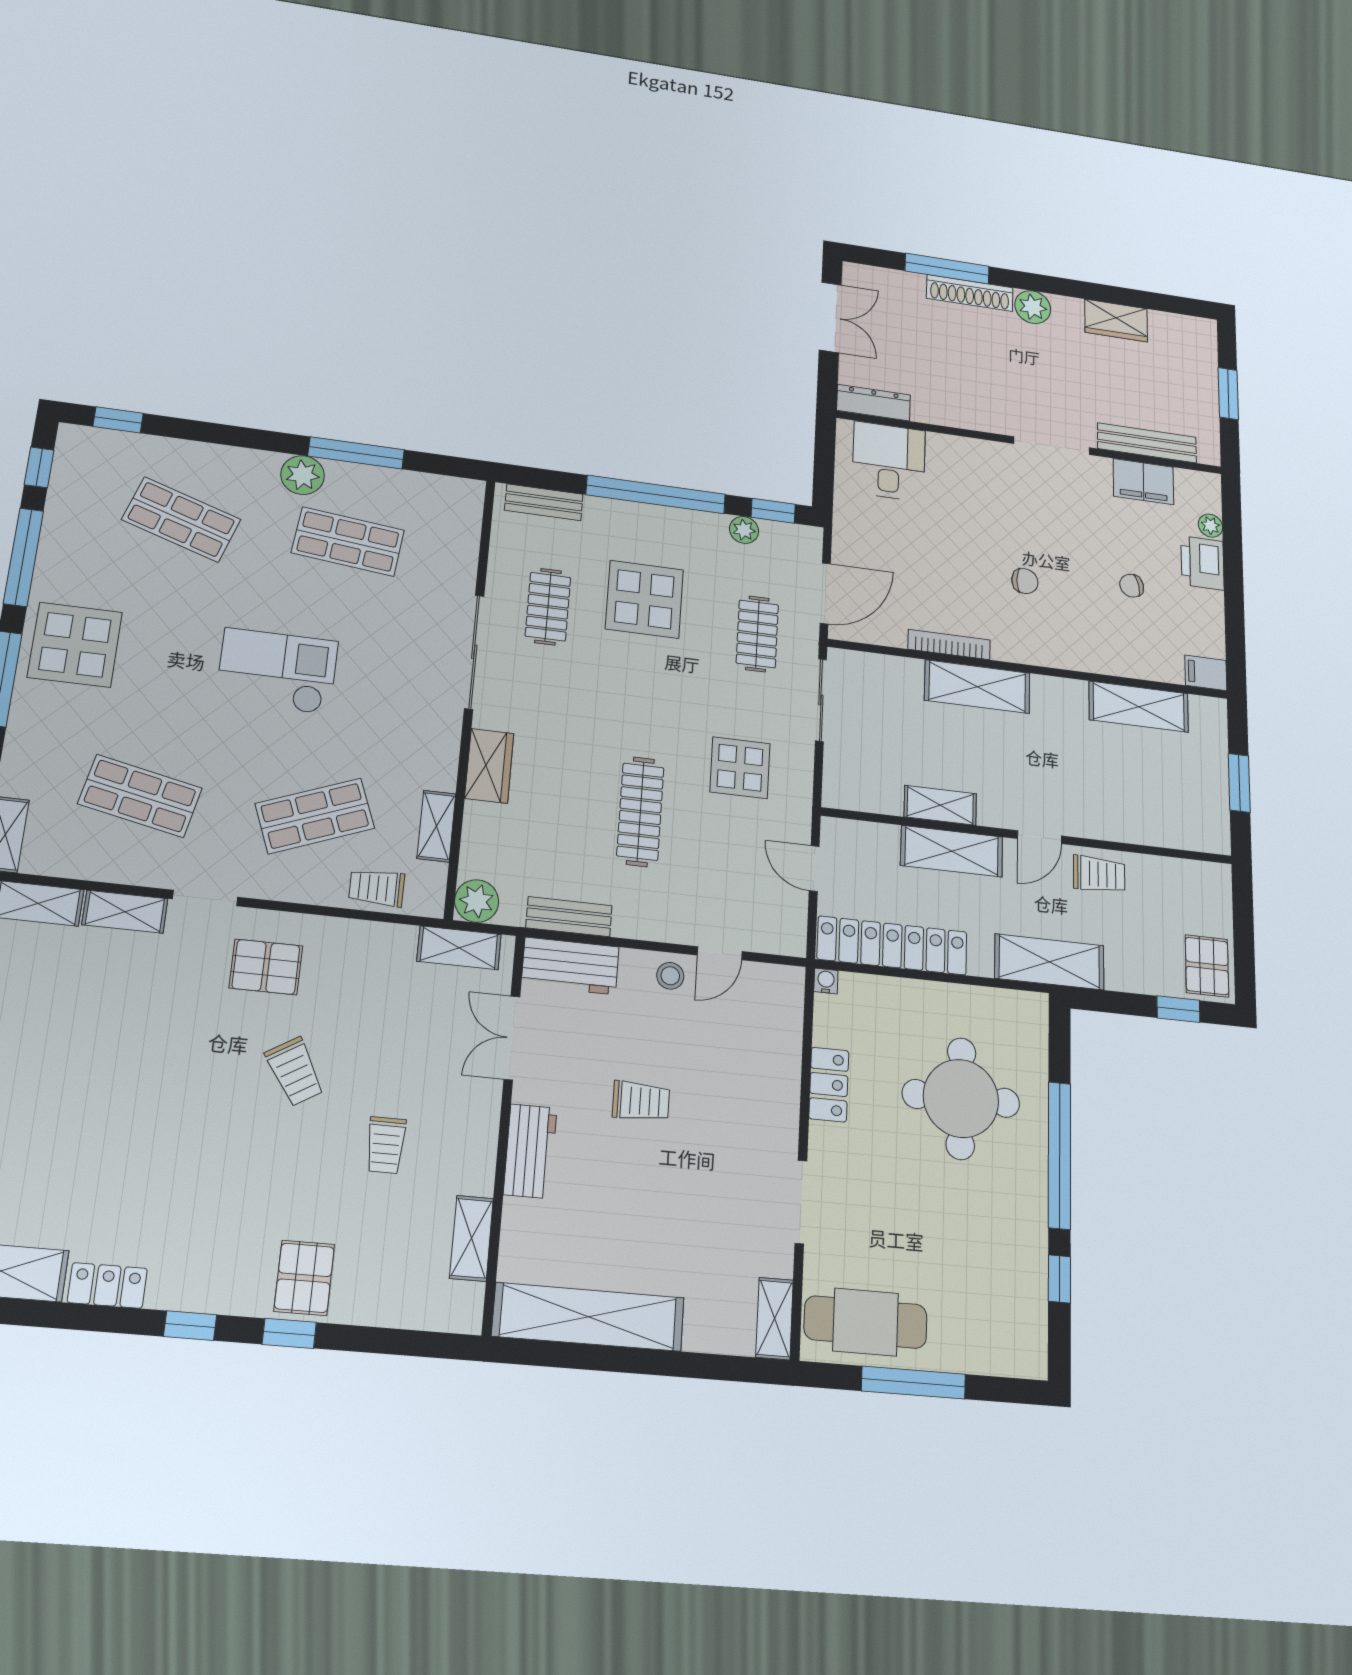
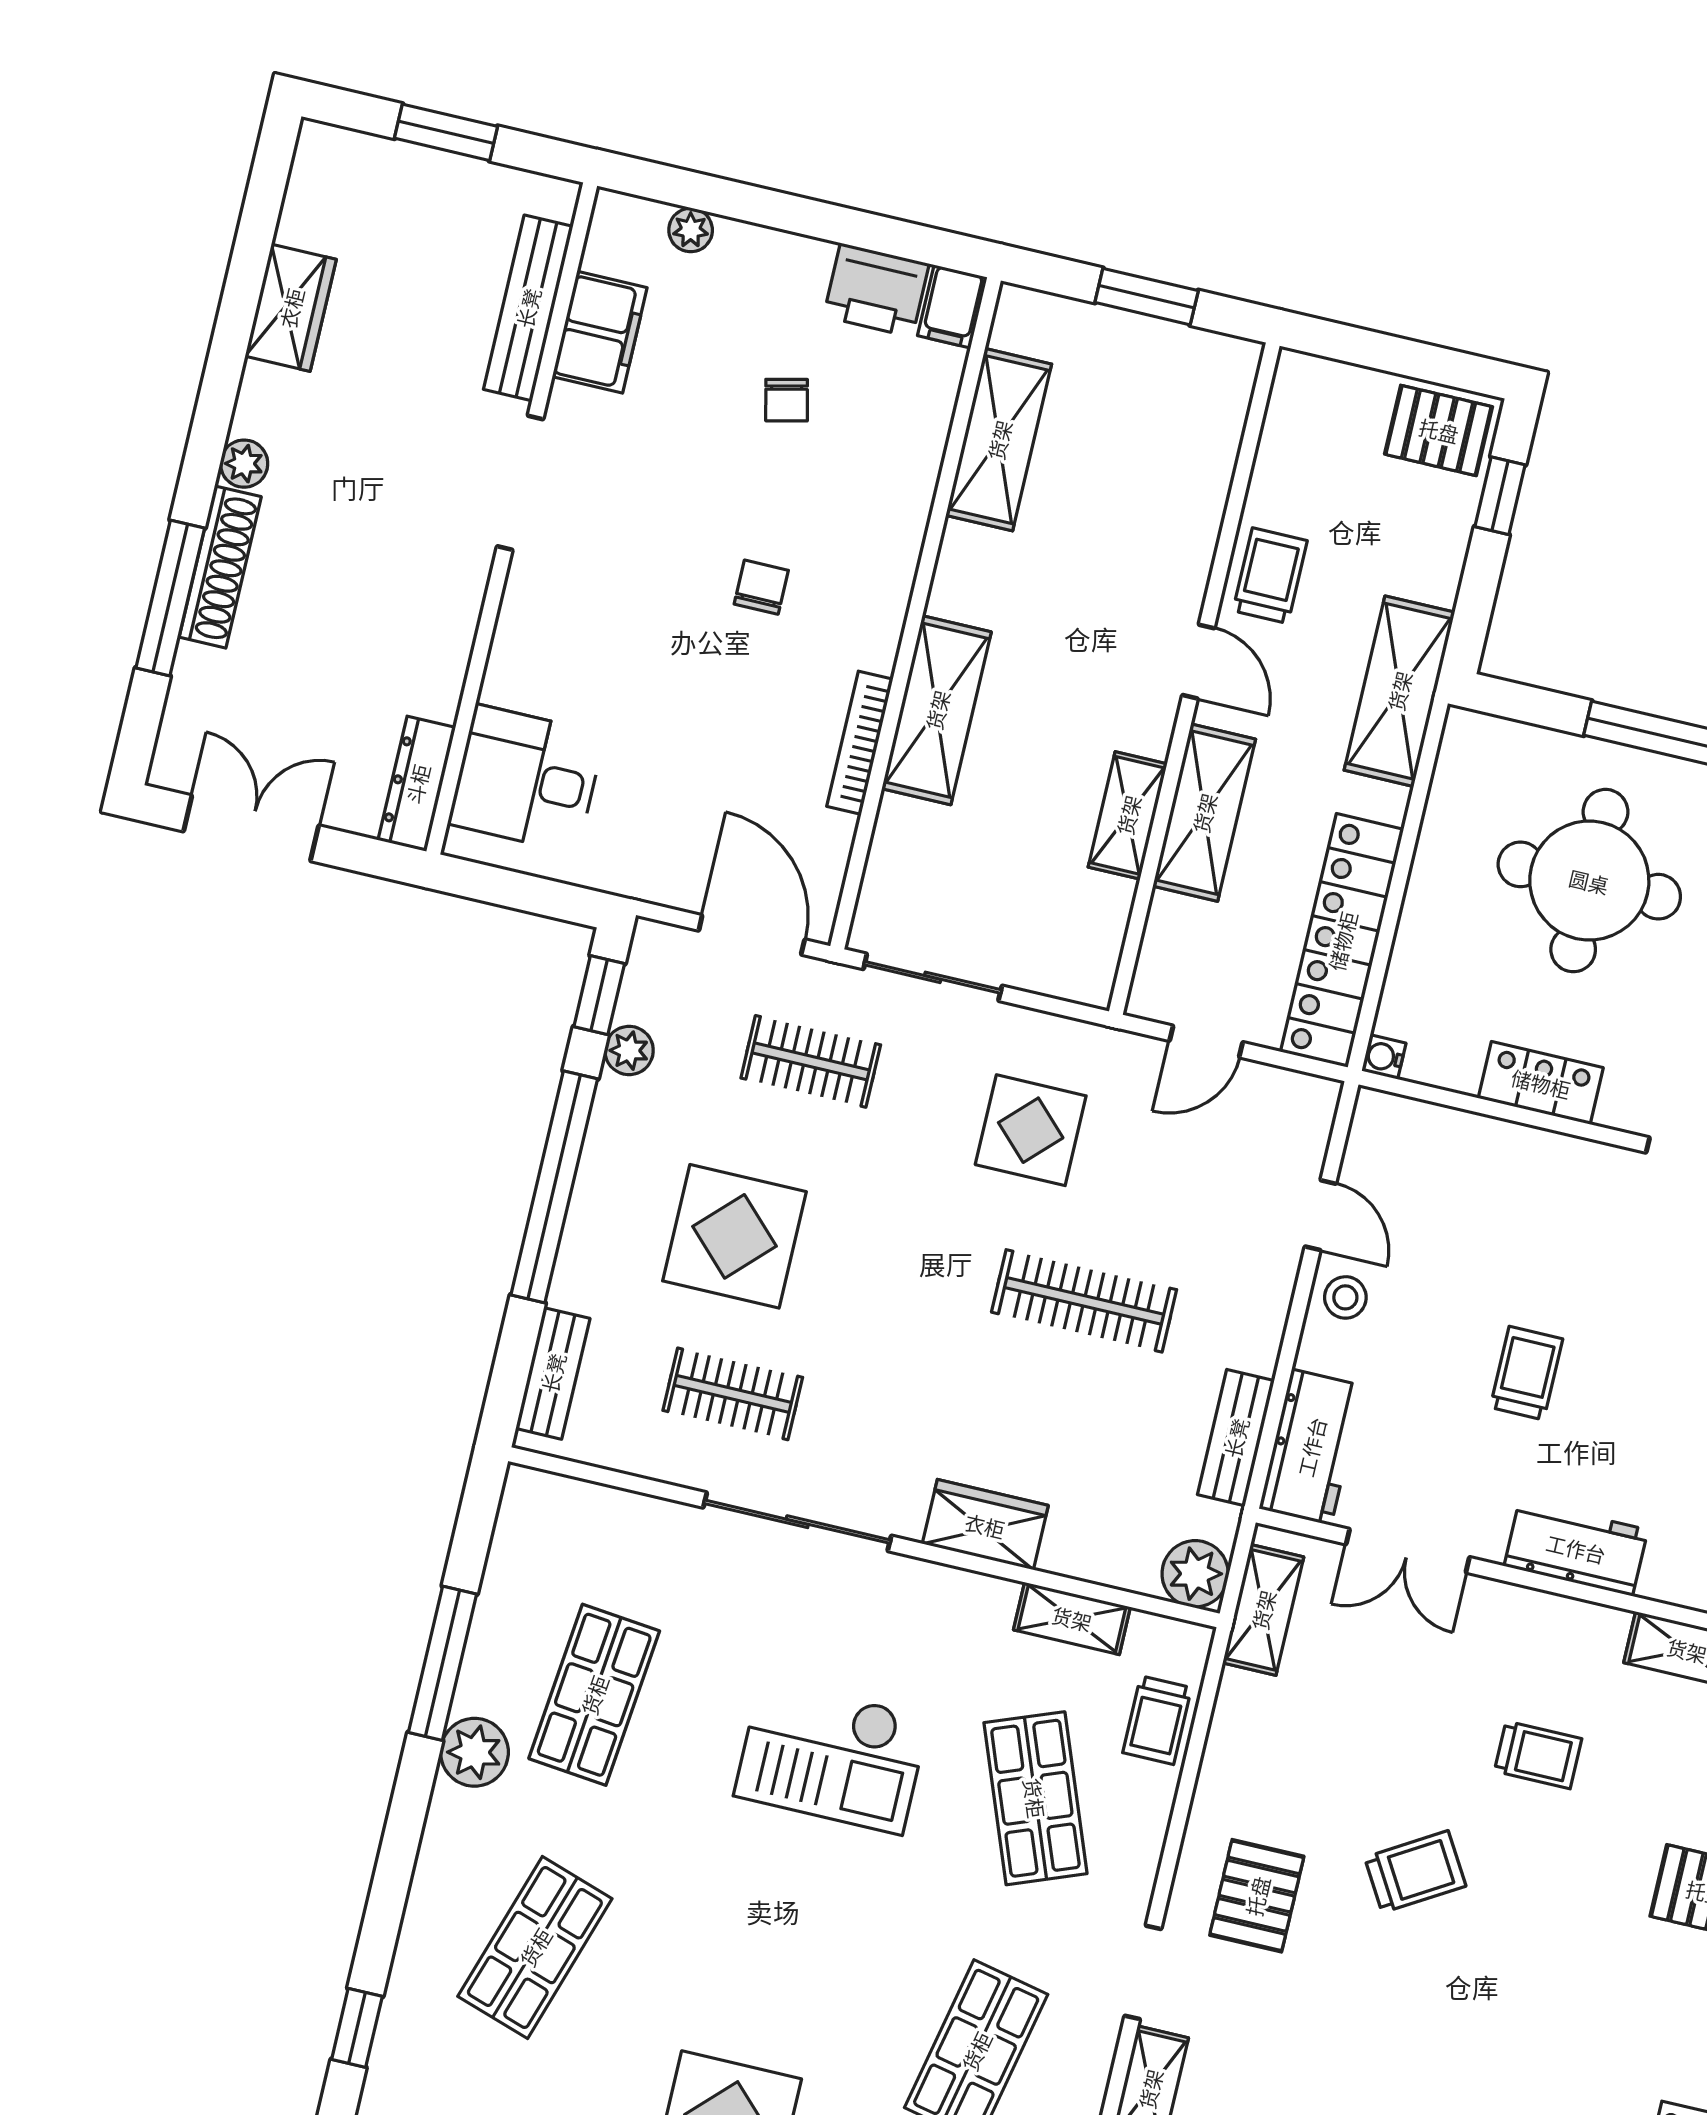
plant: (1033, 307) -> (244, 464), width x0.73, depth x0.73
printer: (1203, 563) -> (876, 290), moved
checkout: (277, 671) -> (832, 1756), moved, turned -90

